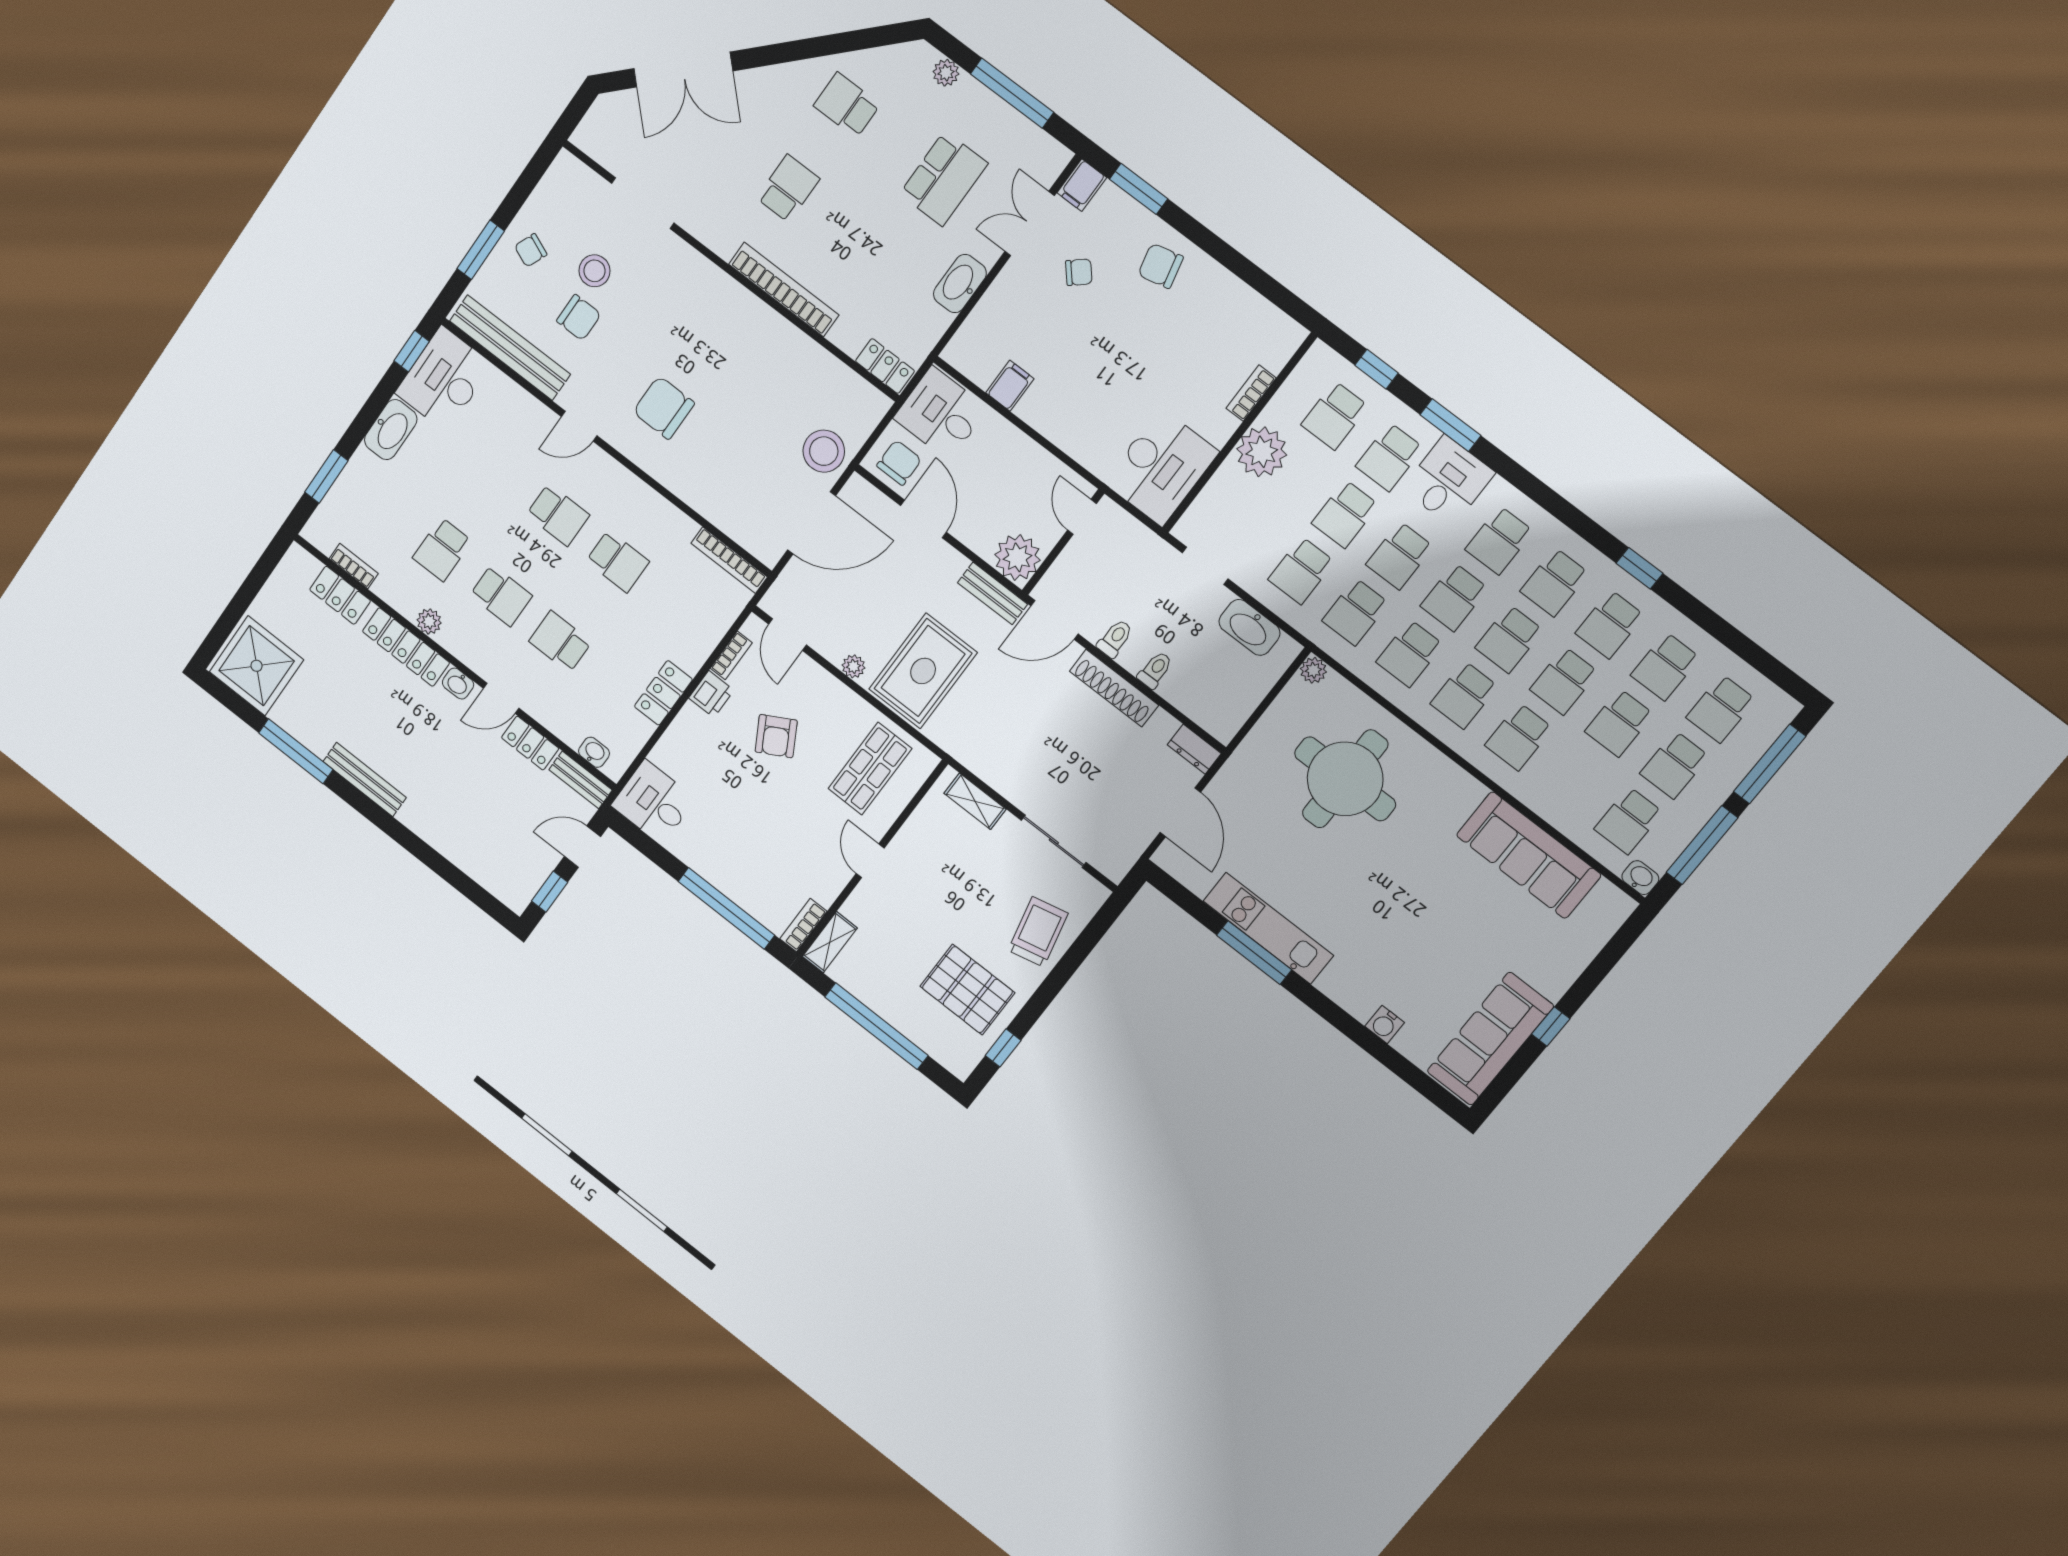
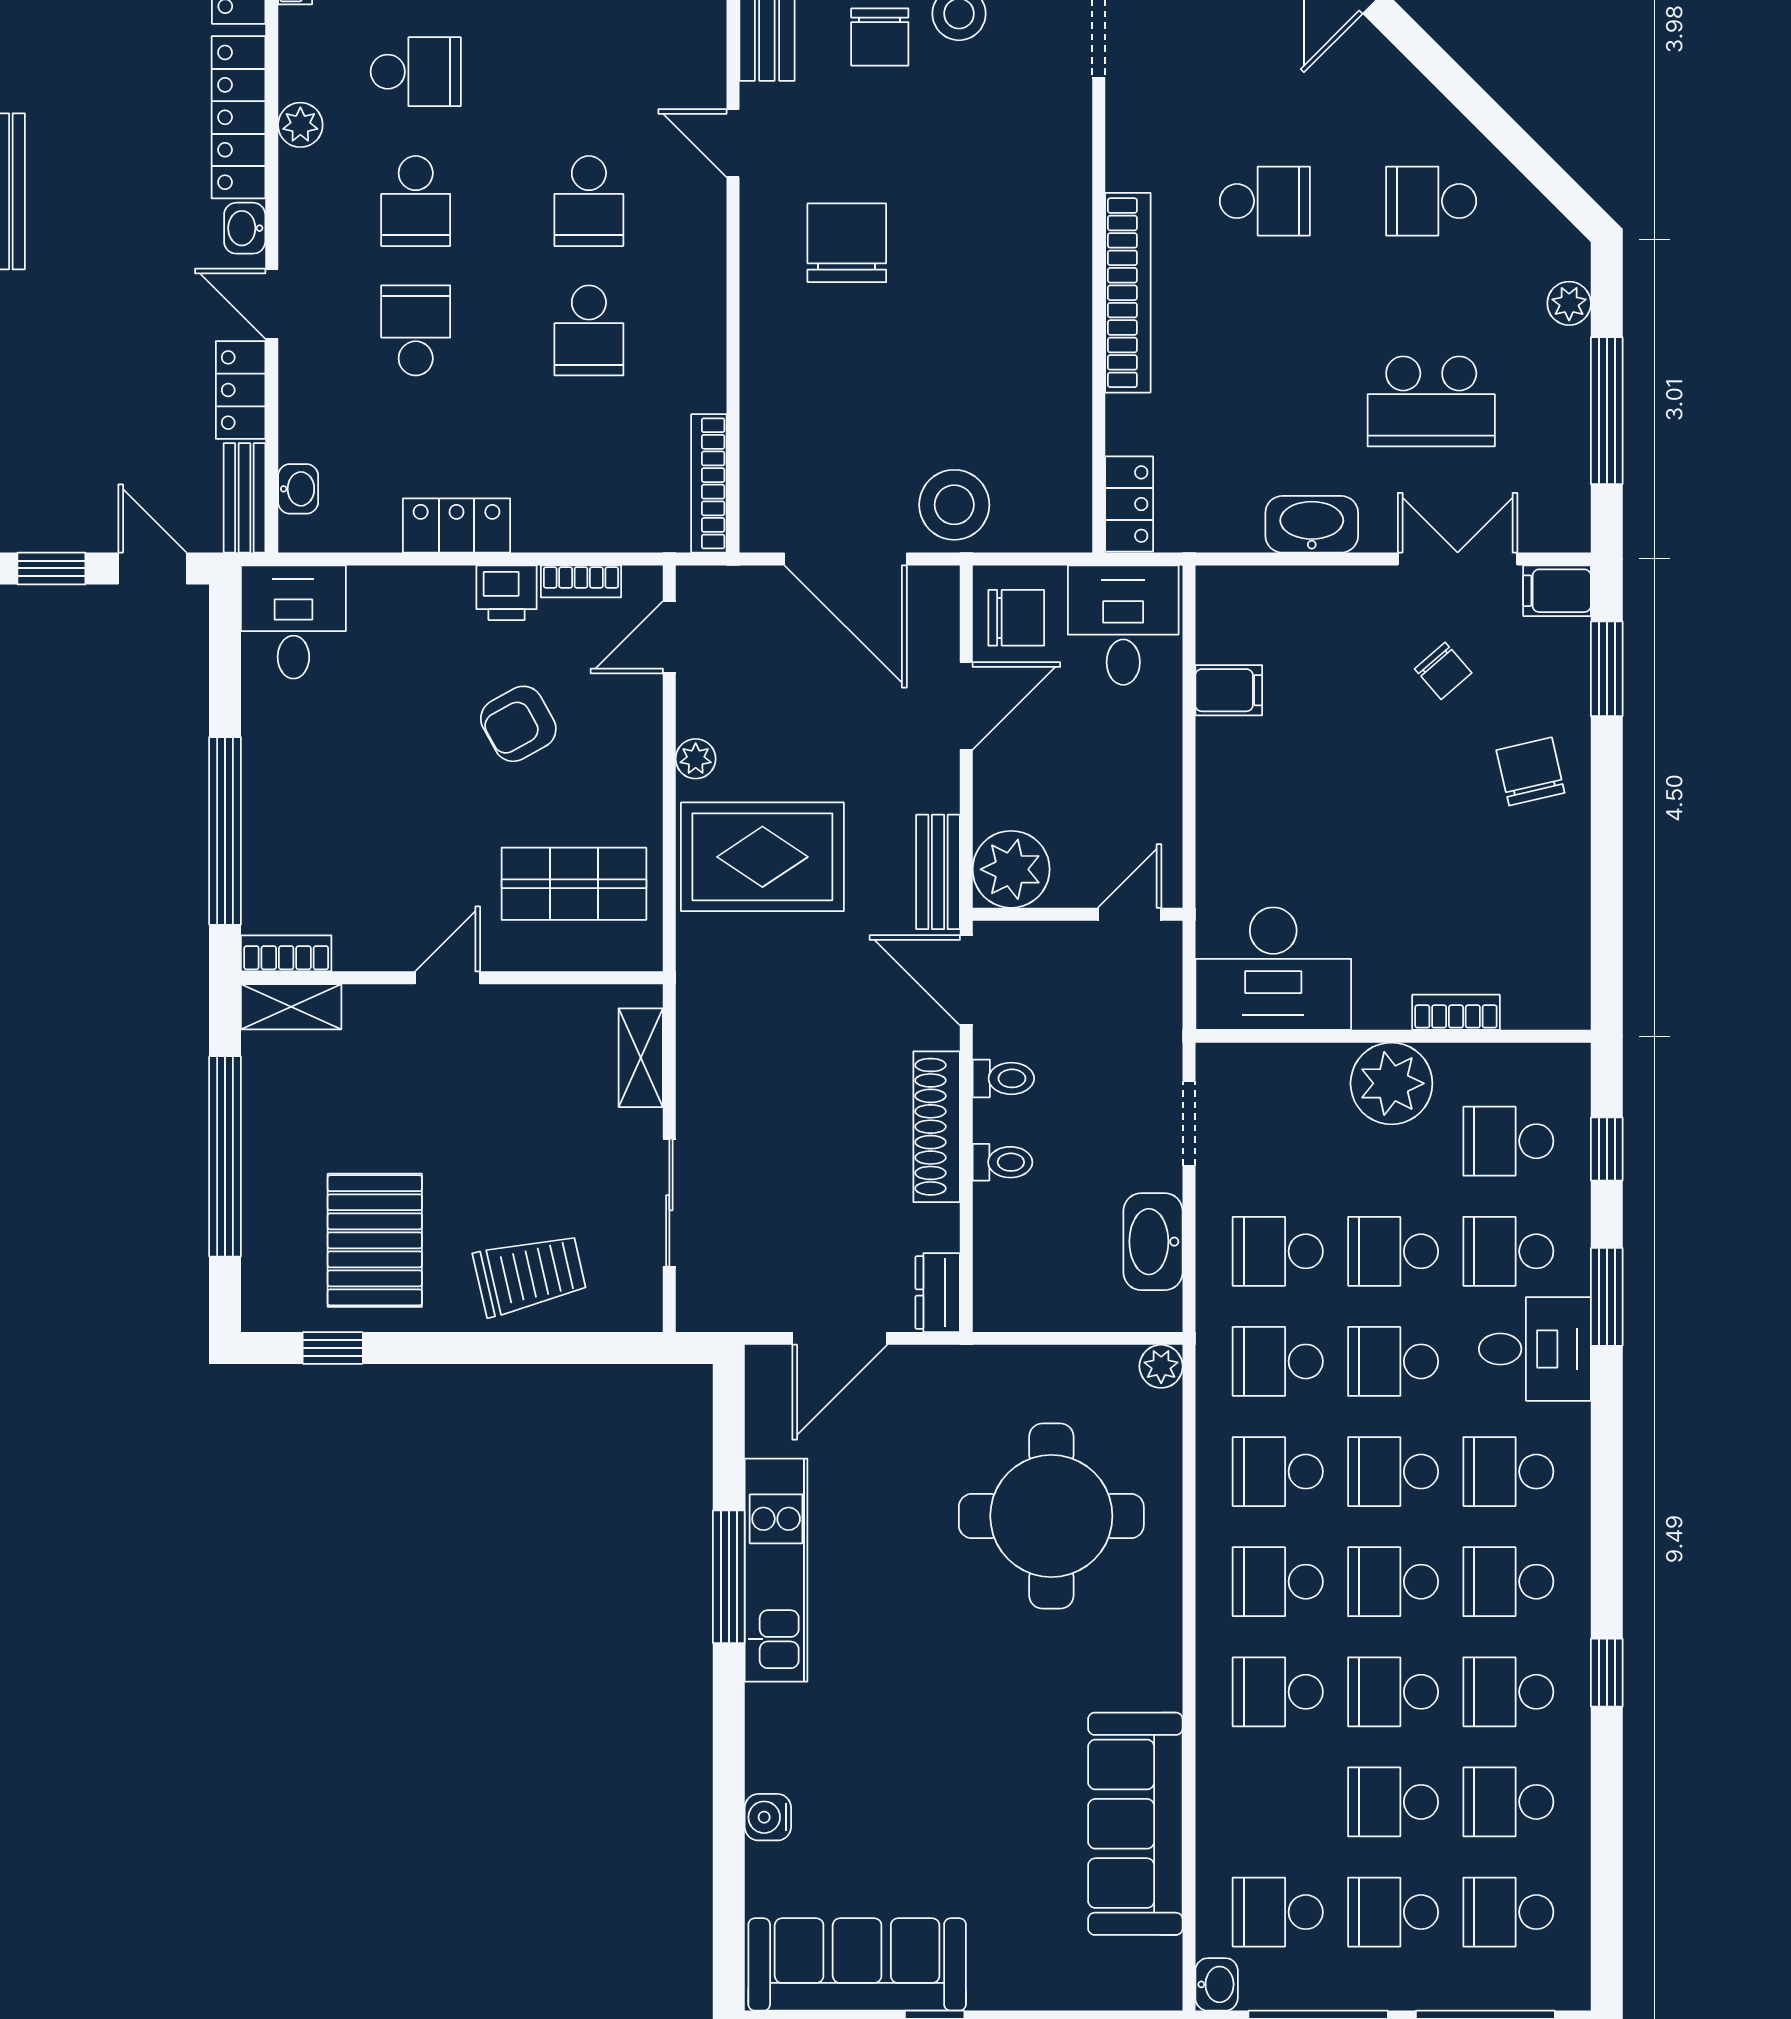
school desk: (847, 105) -> (1431, 201), turned -90
school desk: (442, 549) -> (416, 72), turned 180

